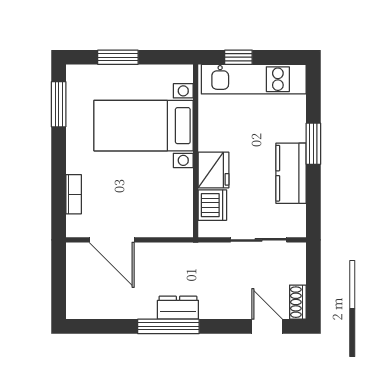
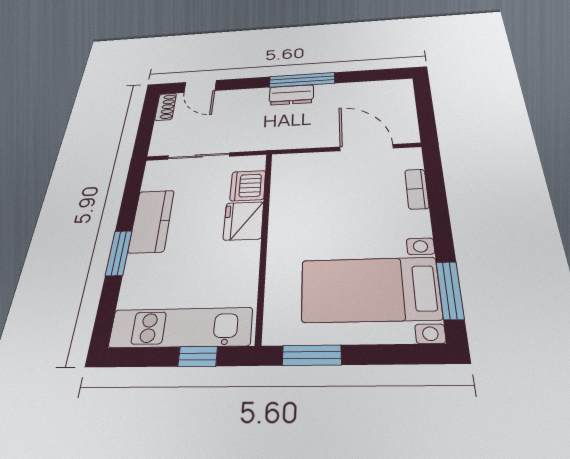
window: (118, 57) -> (312, 355), moved
bed with nightstands: (144, 126) -> (370, 289), moved, turned 180

